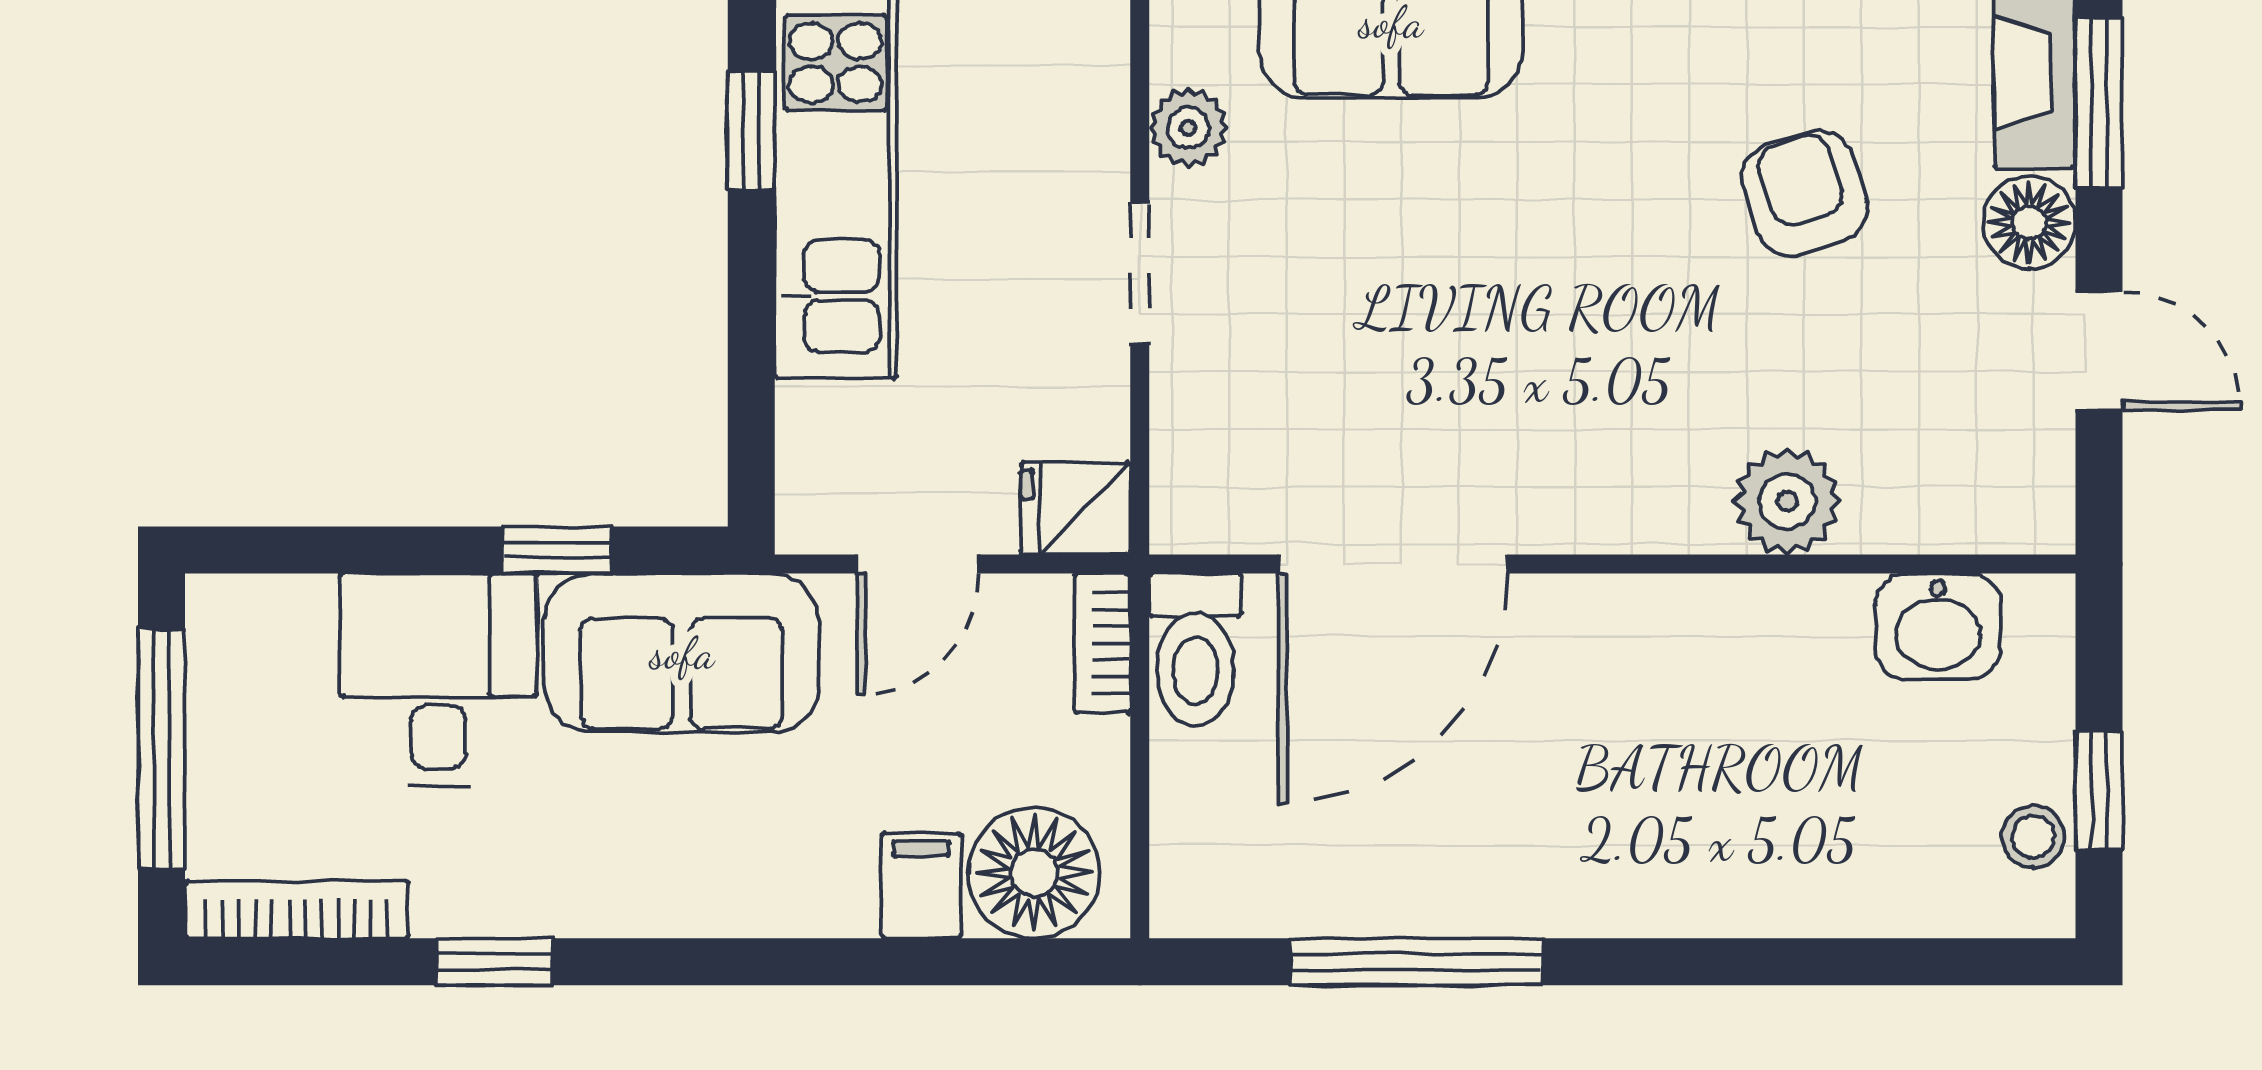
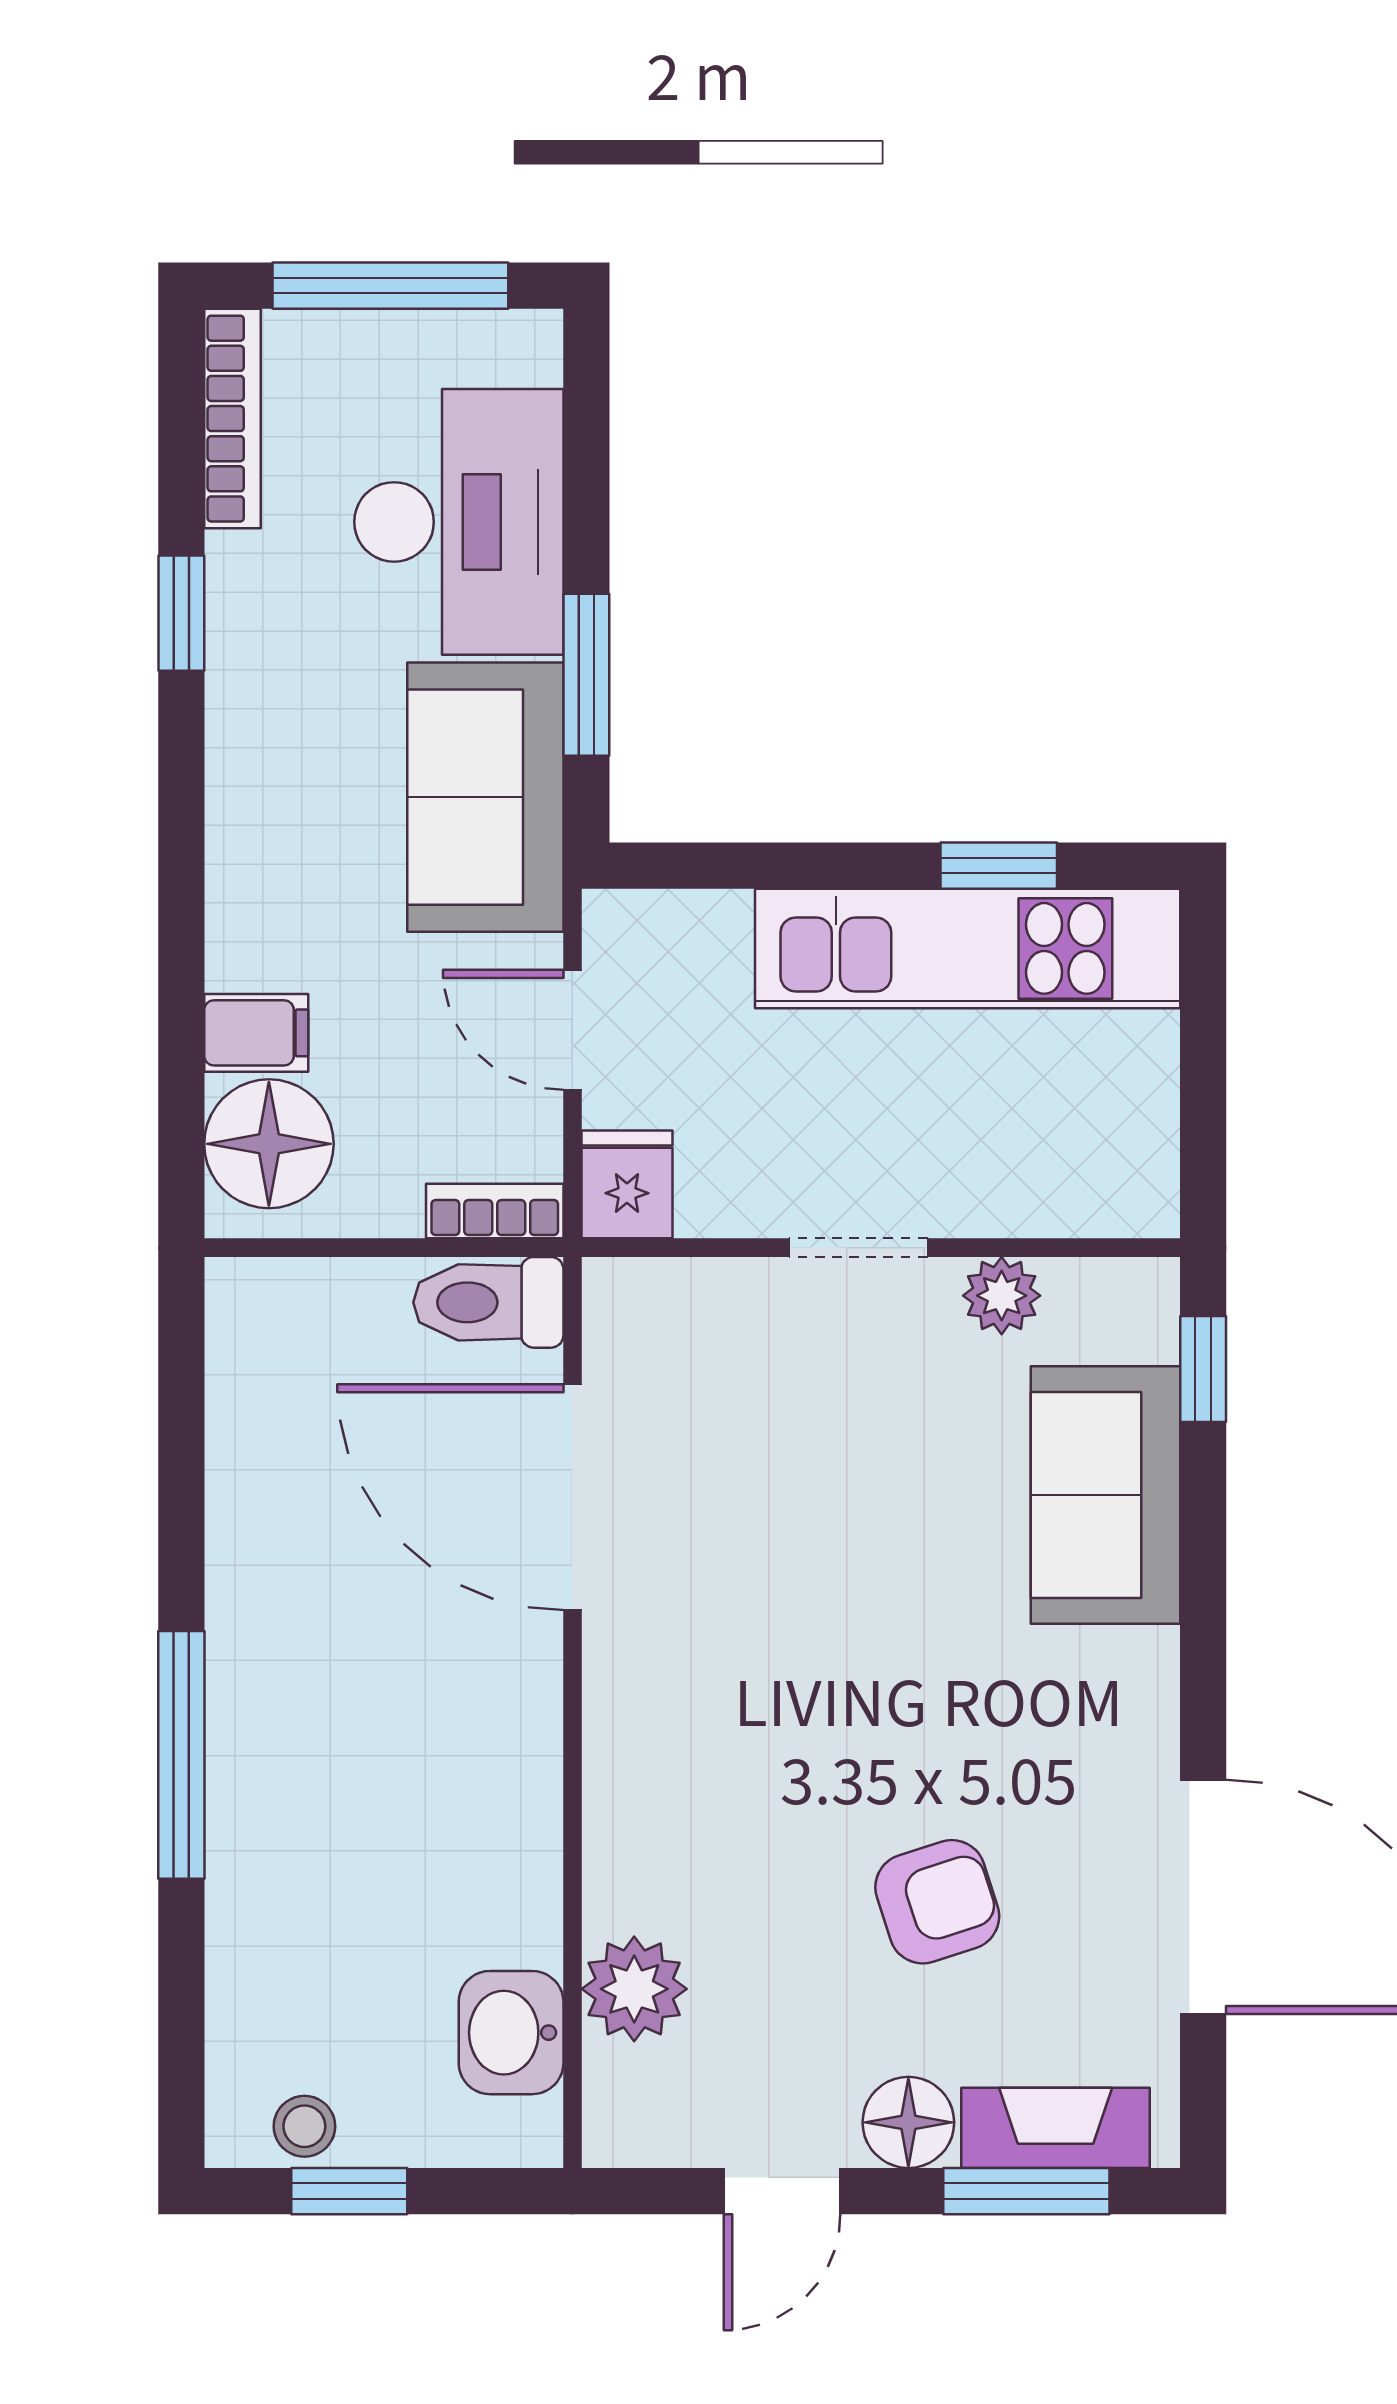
plant: (1787, 501) -> (634, 1989), moved
window: (557, 550) -> (586, 675), width x1.50
desk: (438, 680) -> (459, 522), width x1.37
window: (1417, 962) -> (181, 1755), moved

